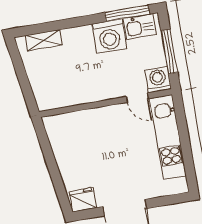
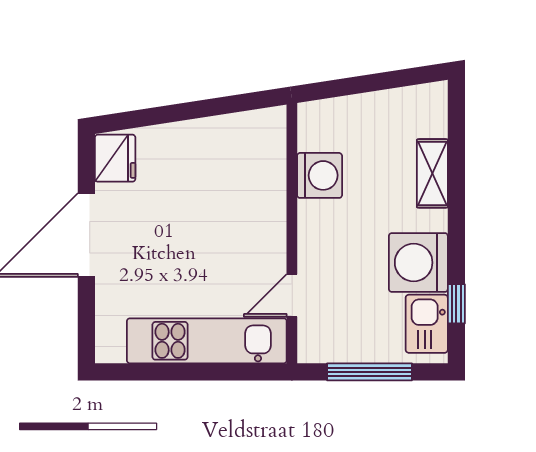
window: (127, 13) -> (456, 304), width x0.46
shelving: (44, 40) -> (432, 173), moved
washing machine: (158, 80) -> (320, 175), moved

